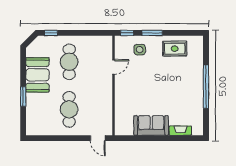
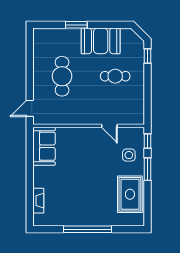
rug: (175, 49) -> (130, 194), width x1.36, depth x1.43
cafe table: (69, 62) -> (115, 76), width x0.73, depth x0.74
cafe table: (69, 109) -> (62, 76), turned 90
sofa: (151, 125) -> (44, 146), moved

